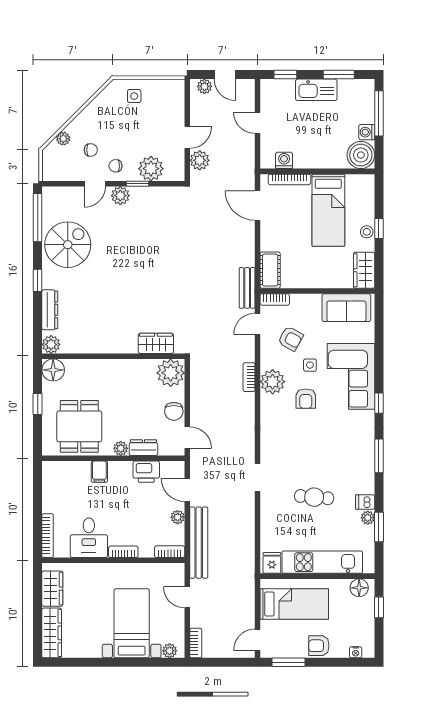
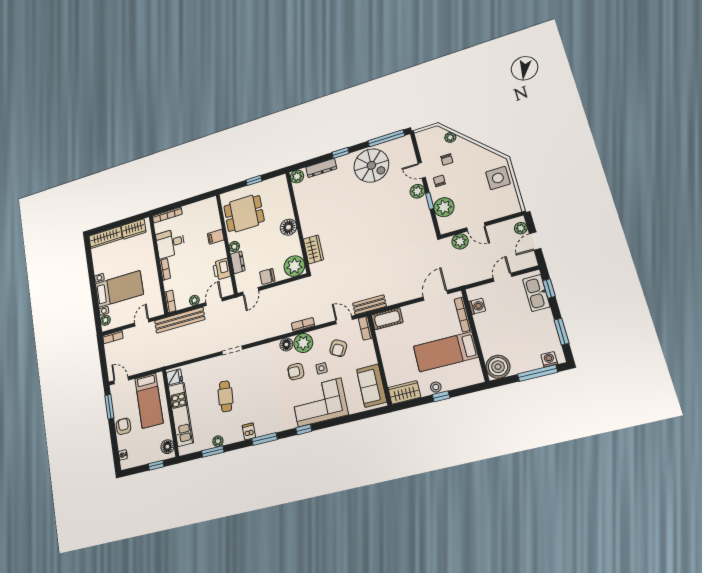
kitchen sink: (316, 90) -> (536, 293), moved
side table: (134, 96) -> (498, 178), width x1.87, depth x1.87
washing machine: (367, 132) -> (549, 359), moved
floor lamp: (53, 370) -> (288, 227), moved
floor lamp: (269, 404) -> (286, 344), added
dishwasher: (365, 502) -> (249, 431), moved

